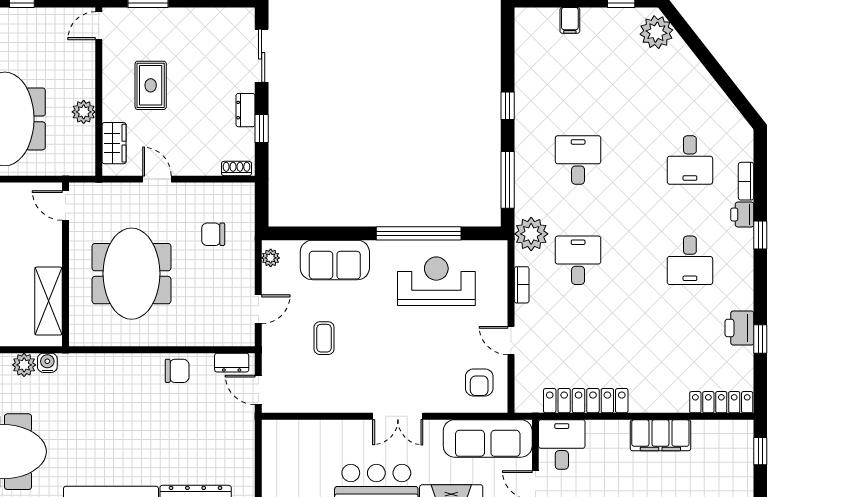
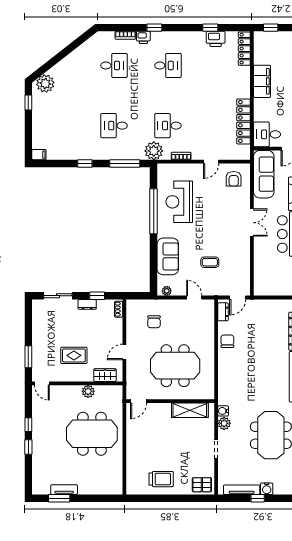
filing cabinet: (570, 20) -> (39, 155), moved
printer: (739, 328) -> (216, 39), moved
armchair: (479, 382) -> (234, 179), turned 90

